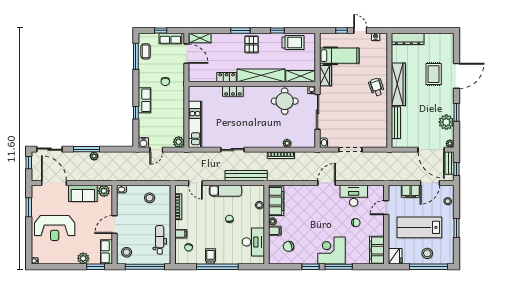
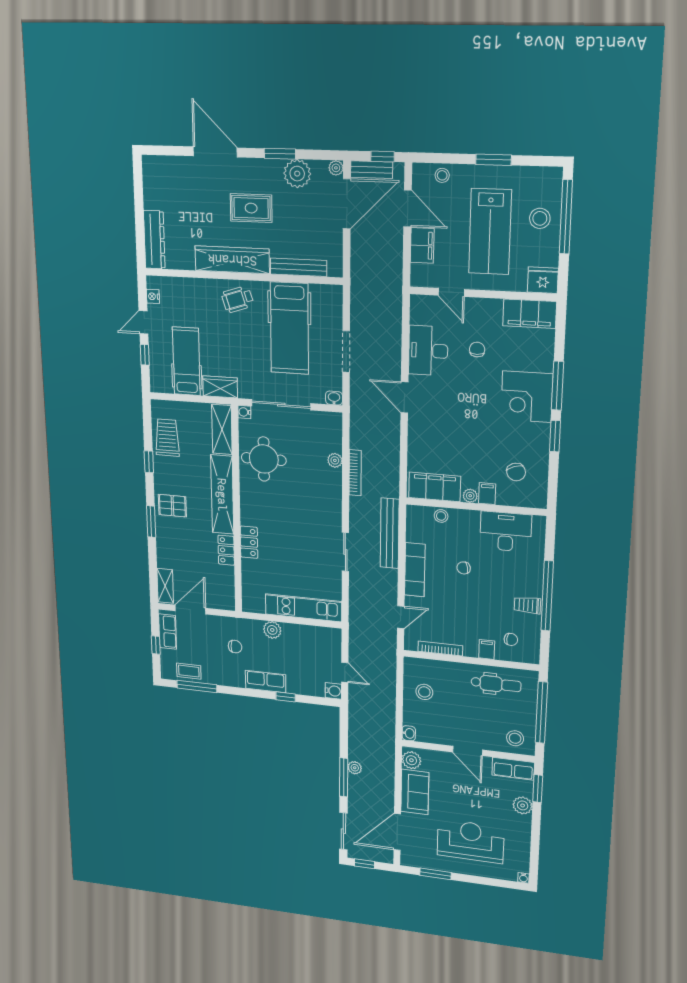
rug: (434, 74) -> (251, 208), moved
hospital bed: (362, 117) -> (289, 328), added
plant: (179, 142) -> (272, 630), moved
reception desk: (55, 228) -> (470, 841), turned -90
dental chair: (160, 240) -> (496, 684), turned 180

